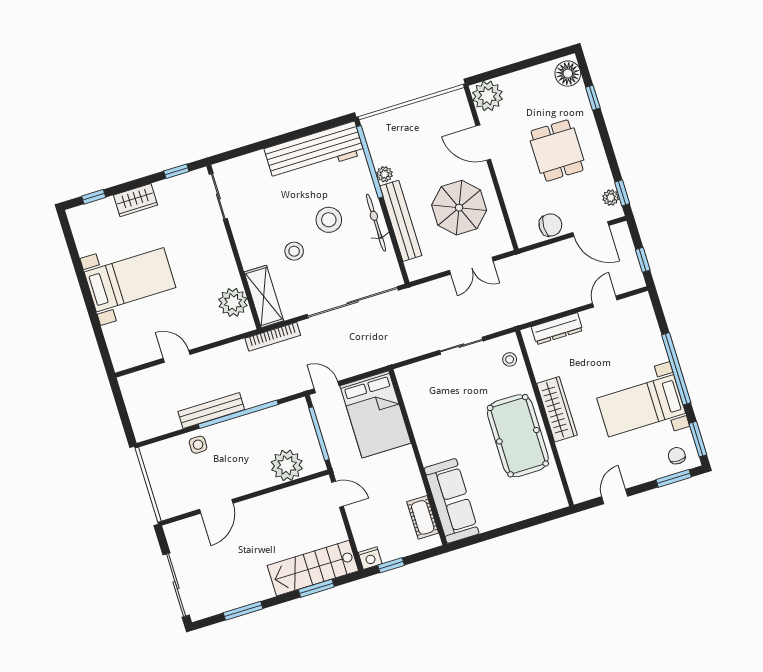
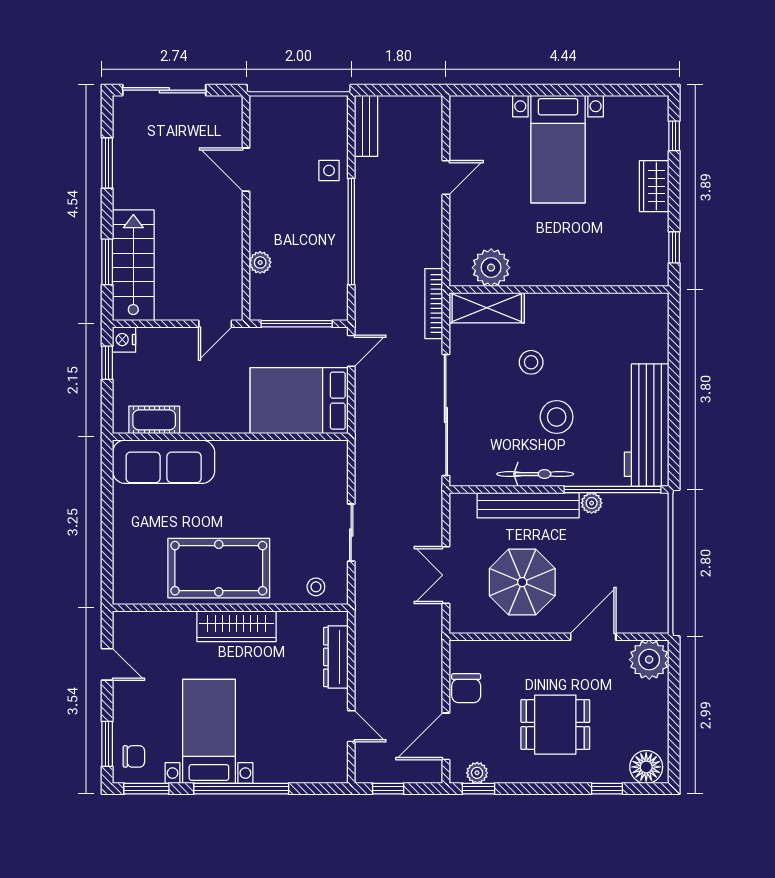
sliding door: (218, 196) -> (627, 290), removed
bench: (211, 411) -> (366, 126), moved, width x0.73
plant: (287, 465) -> (260, 262), width x0.53, depth x0.53

